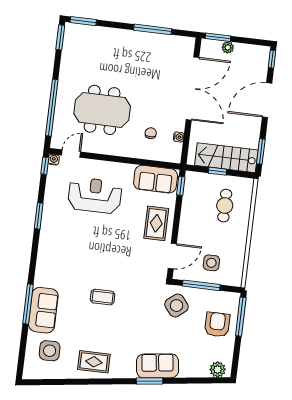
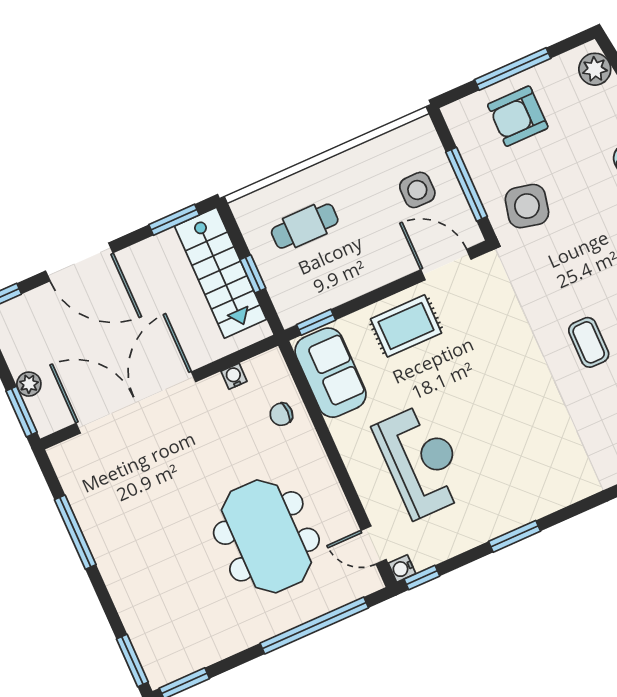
chair: (151, 133) -> (281, 414), moved
reception desk: (95, 195) -> (421, 461), turned 180
side table: (176, 306) -> (527, 206), turned -38
window: (241, 317) -> (513, 69), moved

